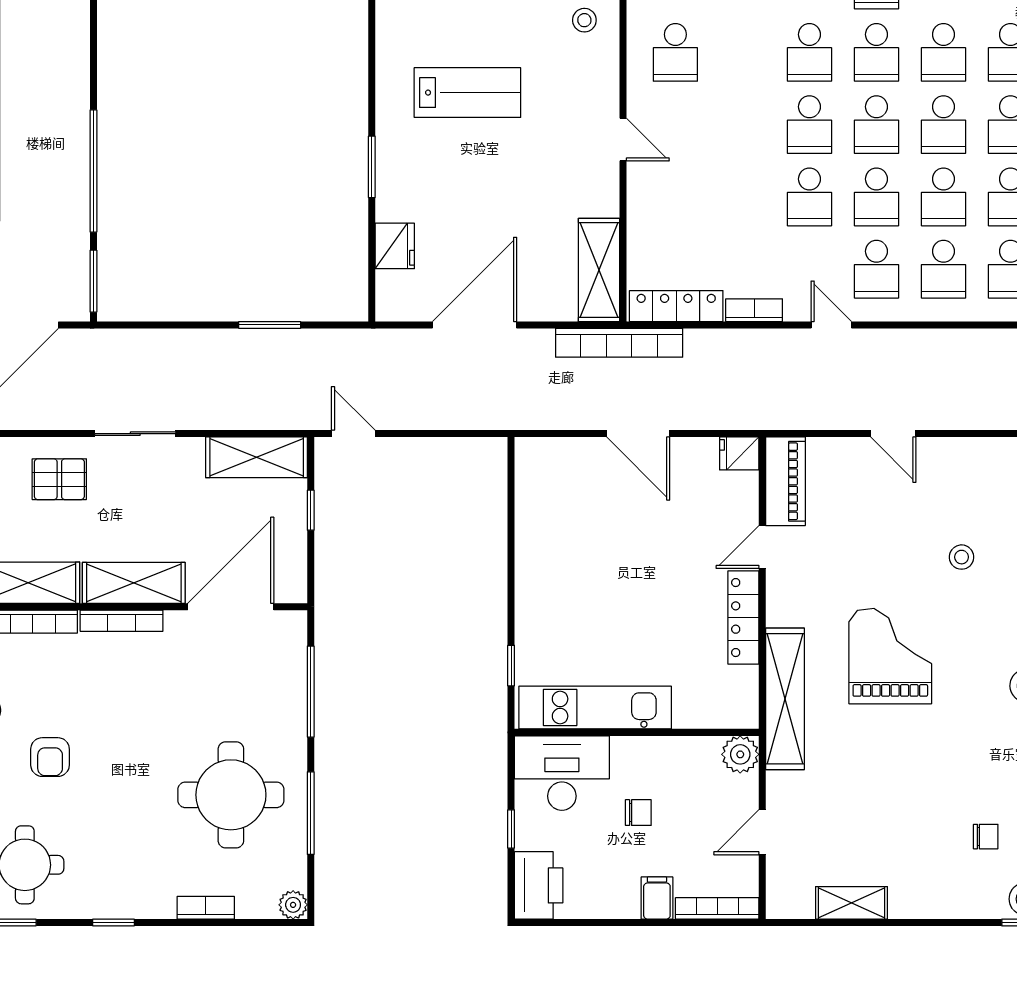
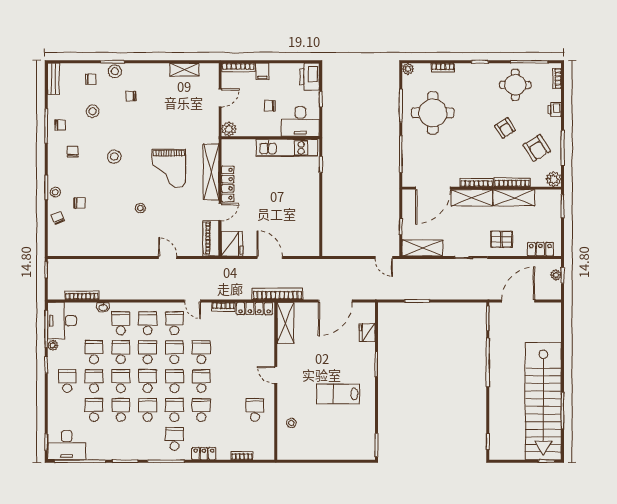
fridge: (739, 453) -> (232, 244), width x1.88, depth x1.34
shelving: (785, 699) -> (211, 172), moved
armchair: (50, 757) -> (505, 128), turned 147

